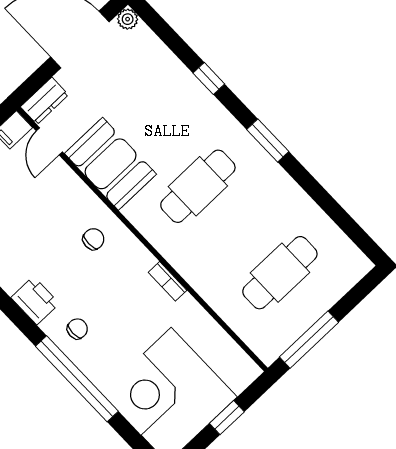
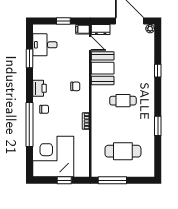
door: (49, 141) -> (90, 43), swing flipped
window: (268, 141) -> (158, 126), moved
cafe table: (198, 186) -> (123, 101), width x0.73, depth x0.74

